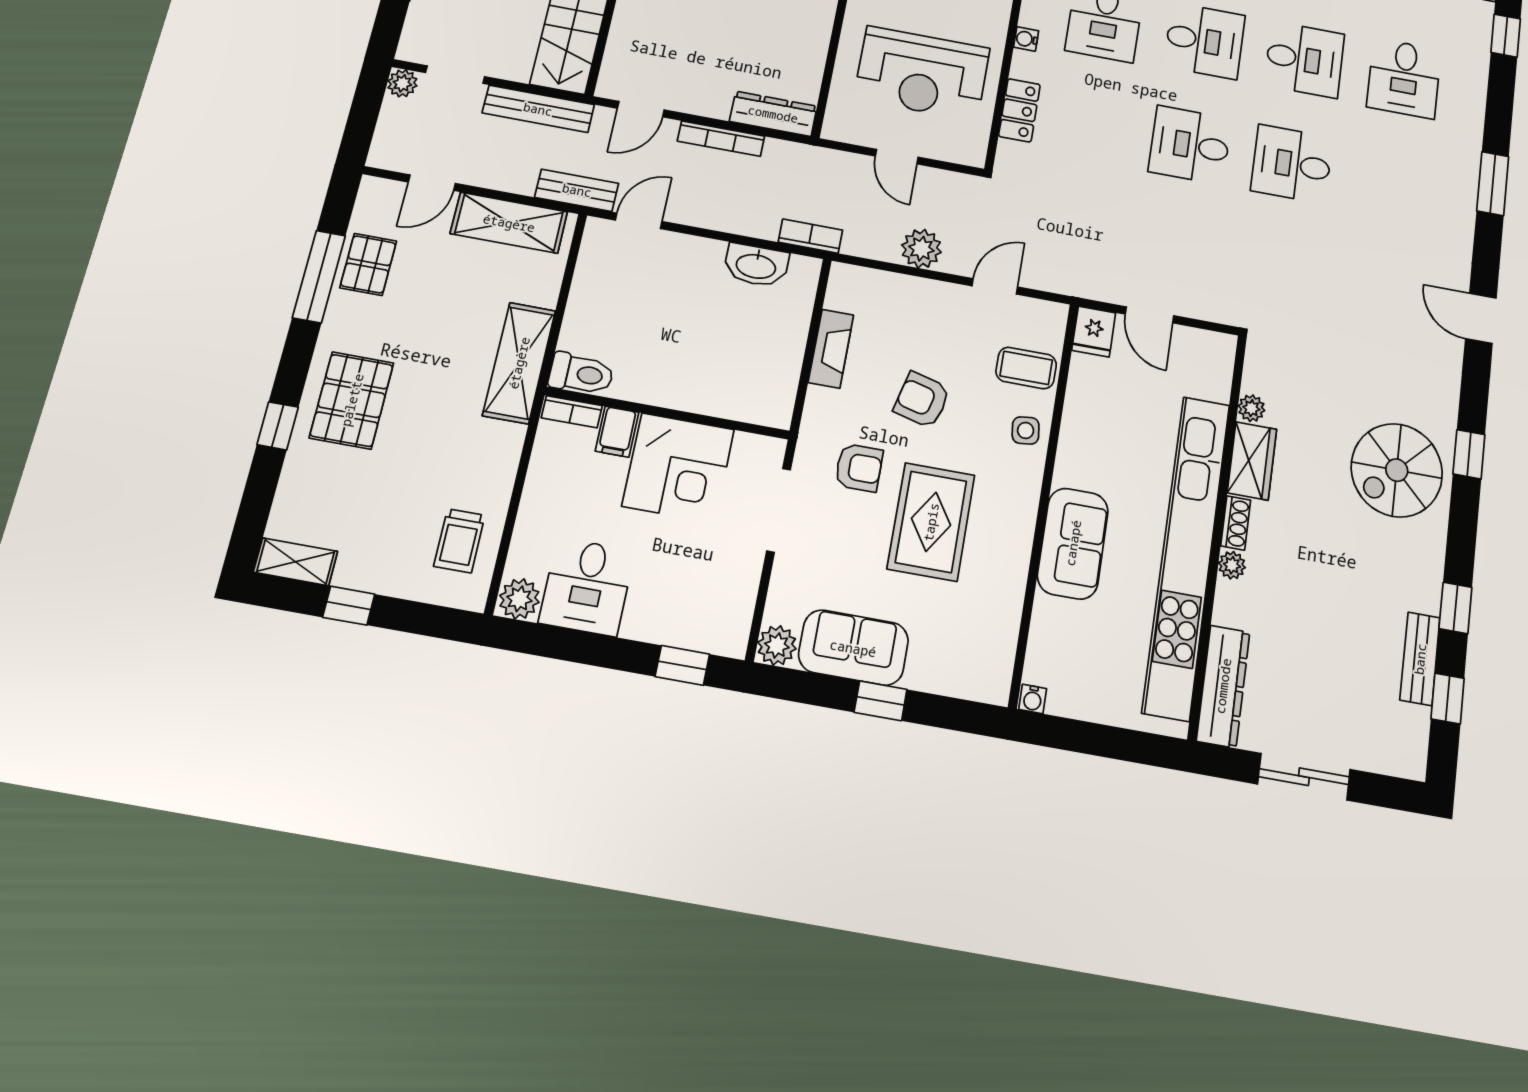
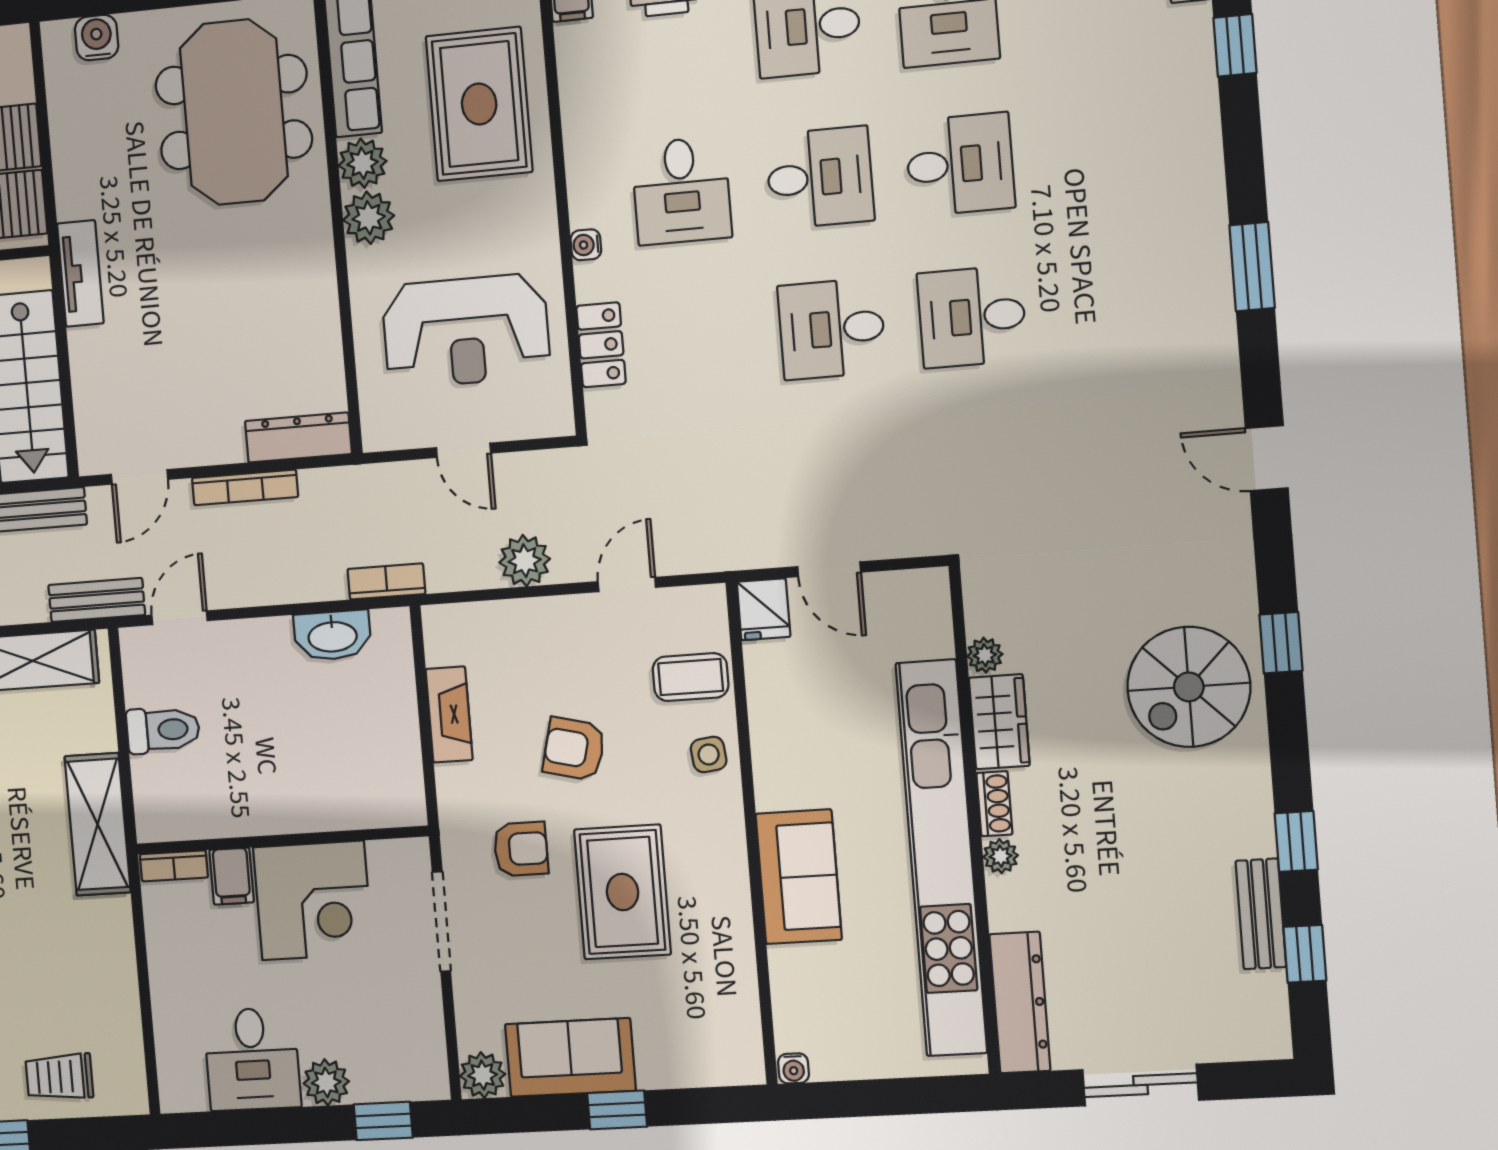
desk: (1404, 78) -> (1102, 151), removed
toilet: (581, 374) -> (163, 730), moved
trolley: (459, 541) -> (59, 1077), moved, turned 90
plant: (519, 599) -> (326, 1082), moved

